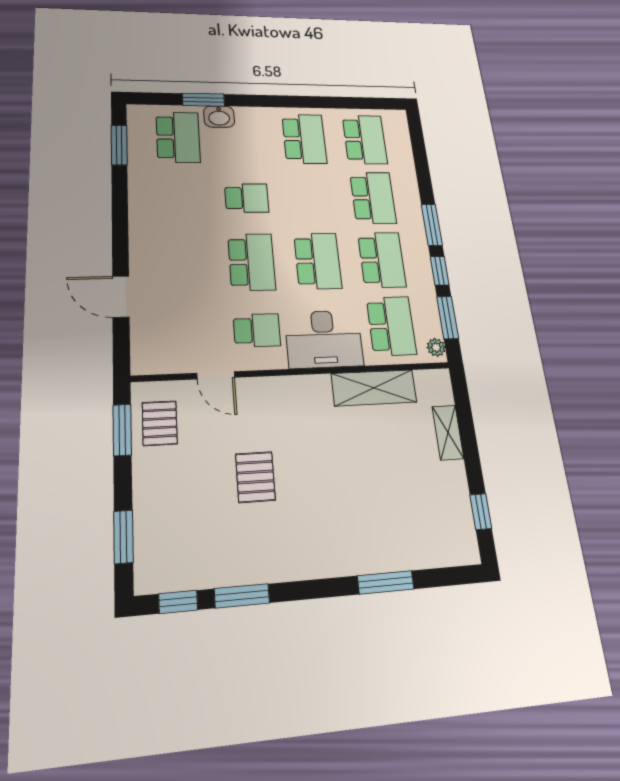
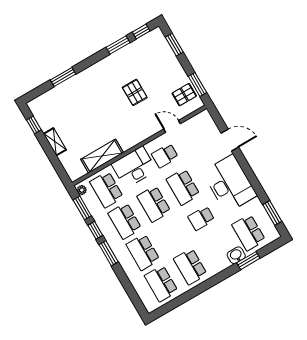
desk: (166, 226) -> (230, 184), added
pallet: (160, 423) -> (184, 95), turned 90
shelving: (448, 432) -> (55, 142), moved

